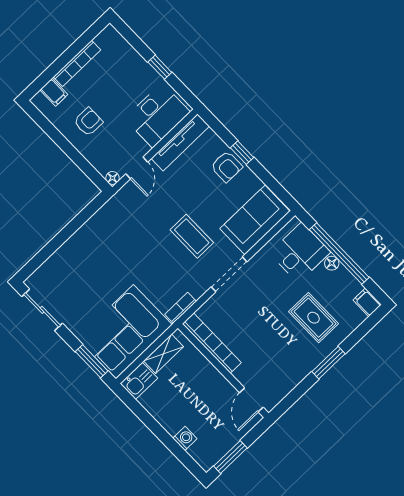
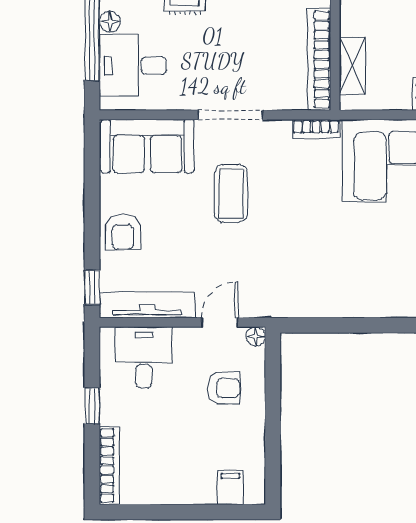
bookcase: (77, 63) -> (109, 465), moved, turned 90
desk: (157, 115) -> (144, 357), width x0.73
armchair: (88, 122) -> (224, 388), moved, turned 180
window: (242, 153) -> (92, 287), moved
armchair: (226, 167) -> (123, 232), turned 180
shelving: (164, 354) -> (352, 66), moved, turned 90

